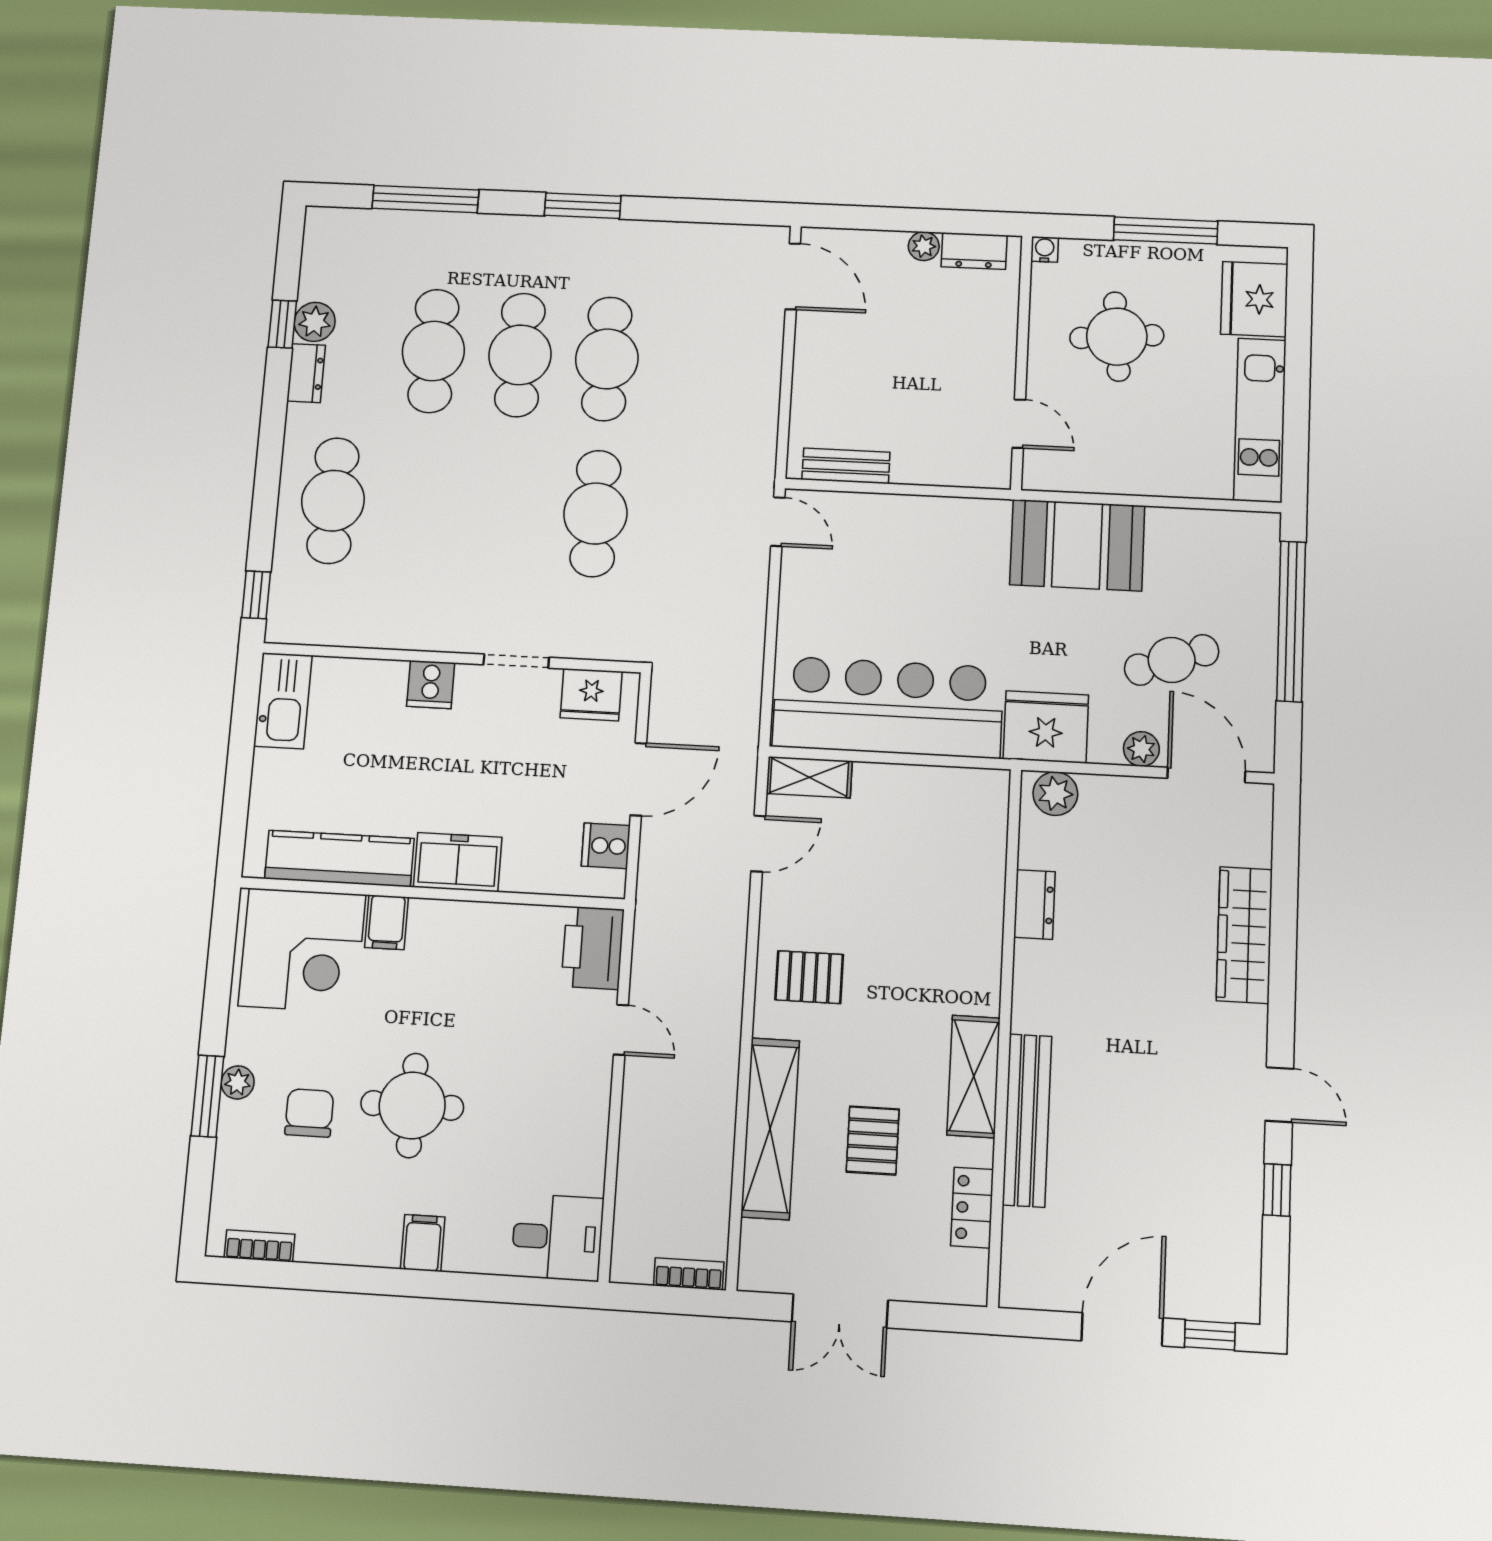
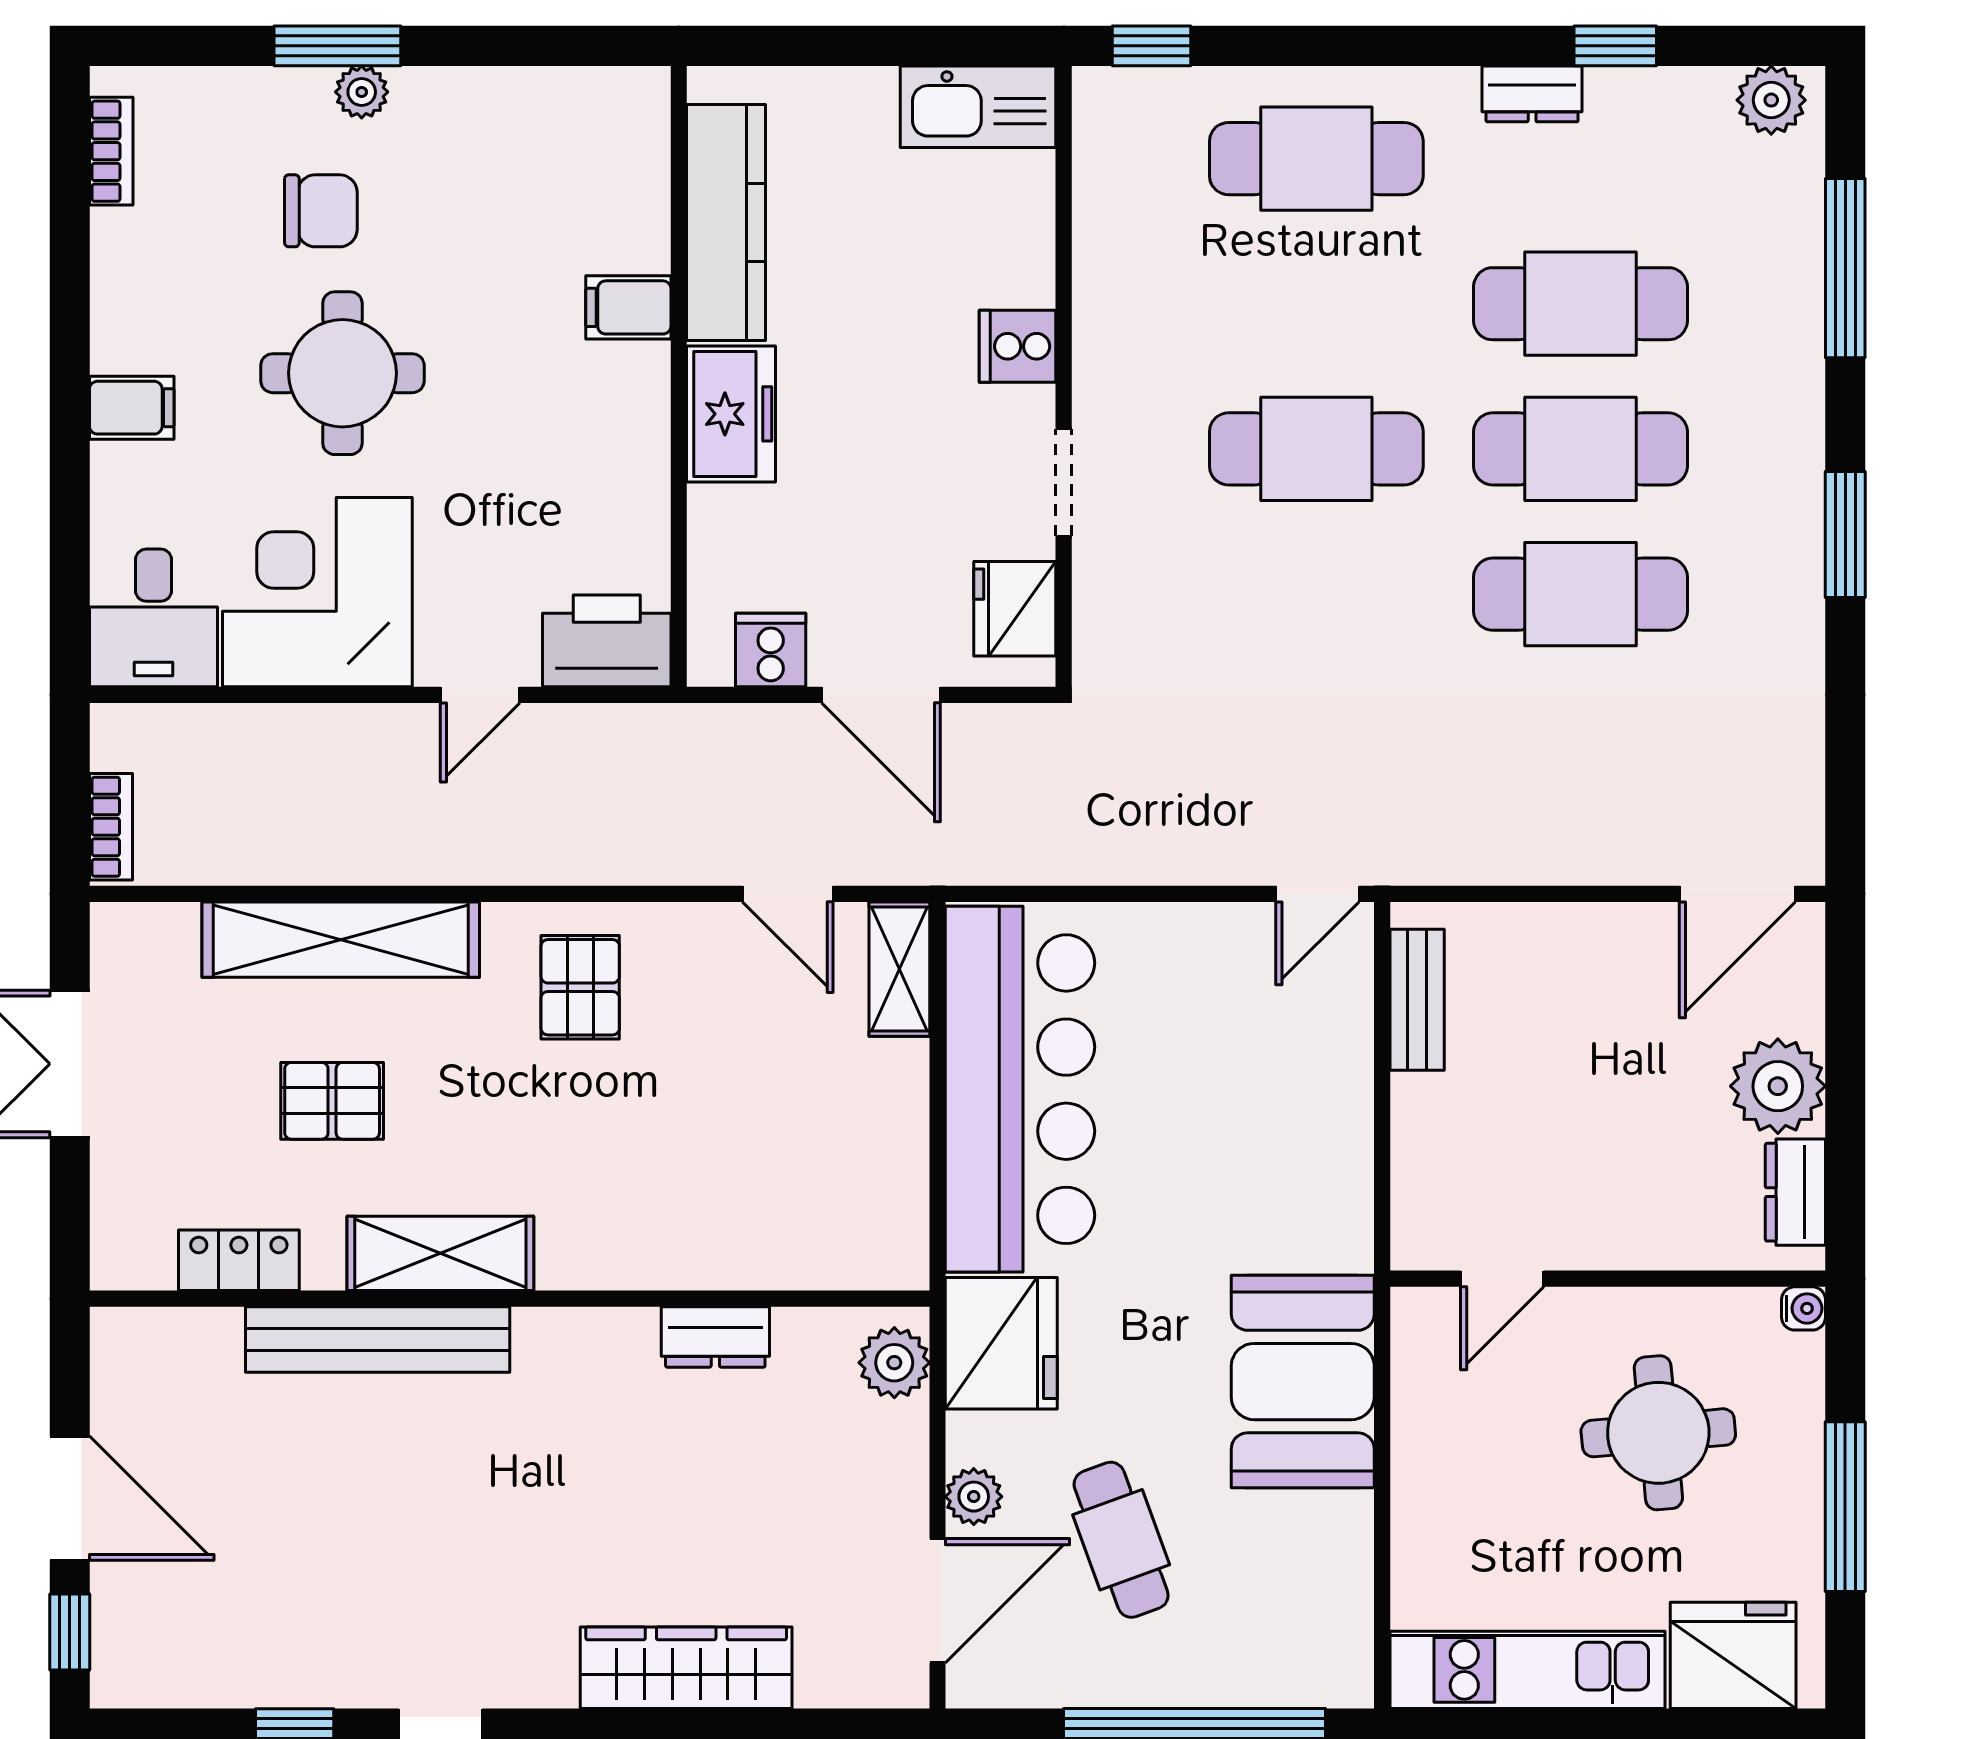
plant: (924, 246) -> (1778, 1086), width x1.87, depth x1.87
plant: (315, 322) -> (1771, 100), moved
cafe table: (595, 513) -> (1316, 449), moved
corner desk: (302, 950) -> (317, 592), moved, turned 90

